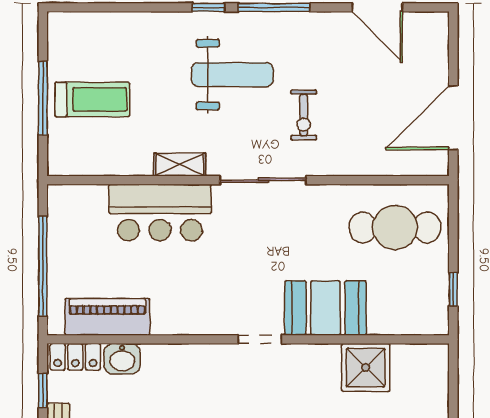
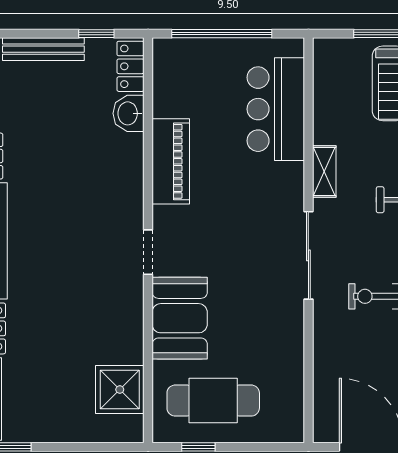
bar counter: (160, 213) -> (276, 109), moved
cafe table: (395, 227) -> (213, 401), moved, turned 90
piano: (107, 317) -> (171, 161), moved
shower: (366, 367) -> (120, 390), moved

